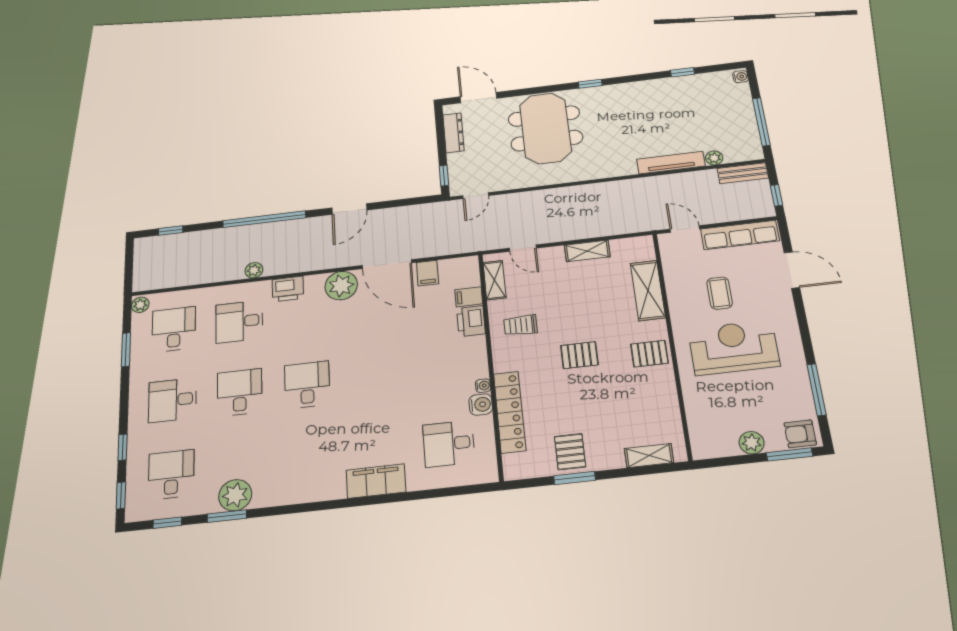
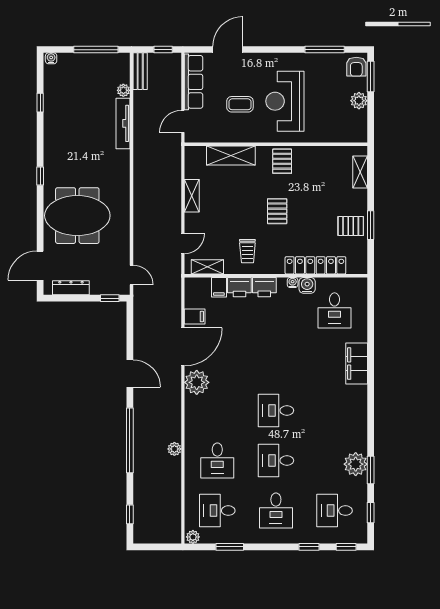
printer: (288, 289) -> (264, 287), moved, turned 90

